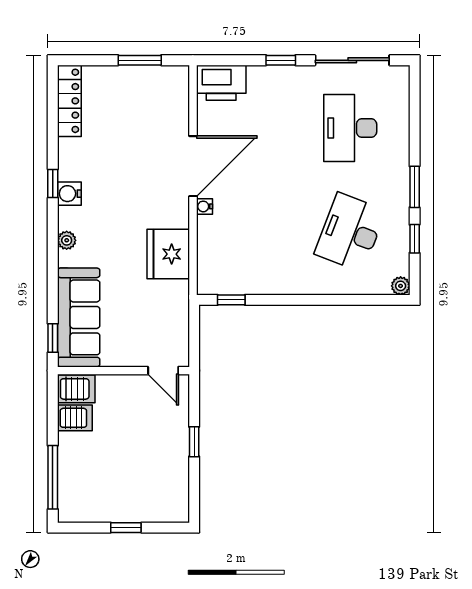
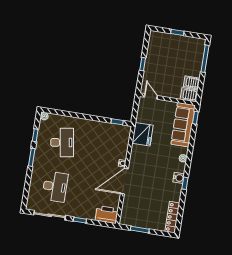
desk: (350, 232) -> (62, 142), turned -30
fridge: (168, 254) -> (143, 134), moved

